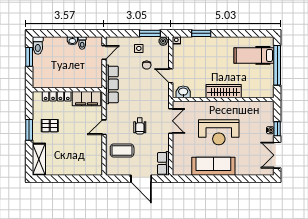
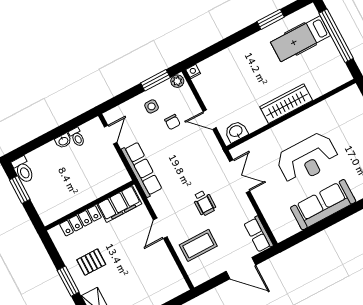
window: (201, 33) -> (271, 19), moved

